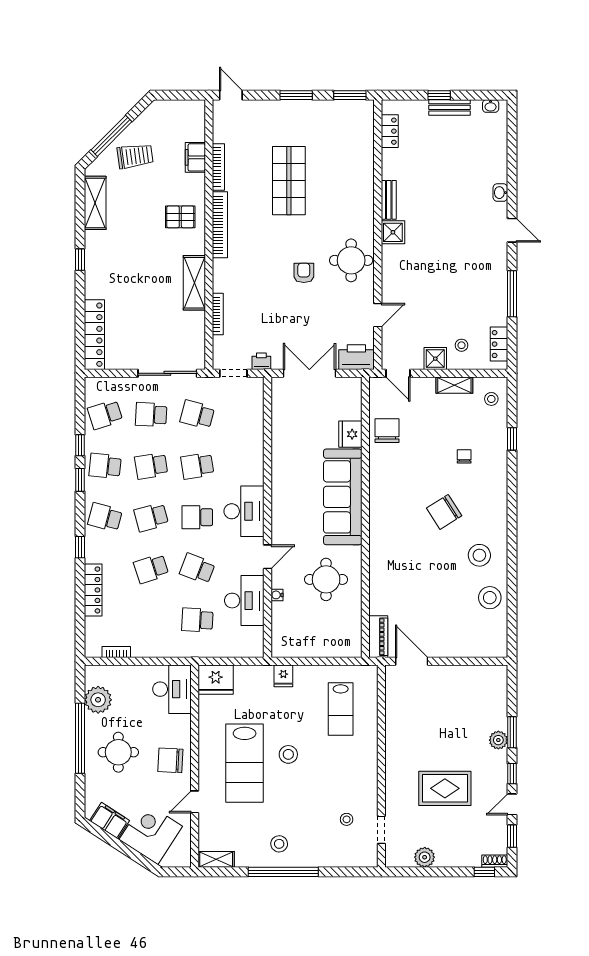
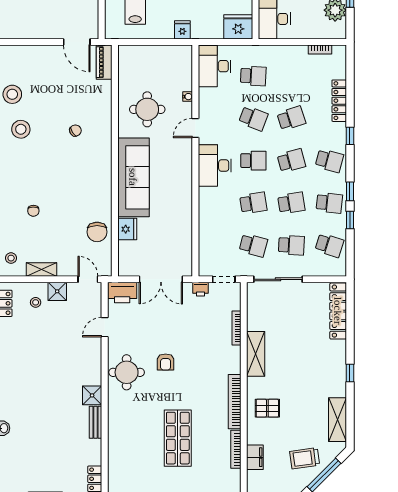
school desk: (105, 415) -> (329, 245), turned 36
chair: (444, 512) -> (75, 131), moved, width x0.54, depth x0.54
desk: (244, 601) -> (215, 66), moved

